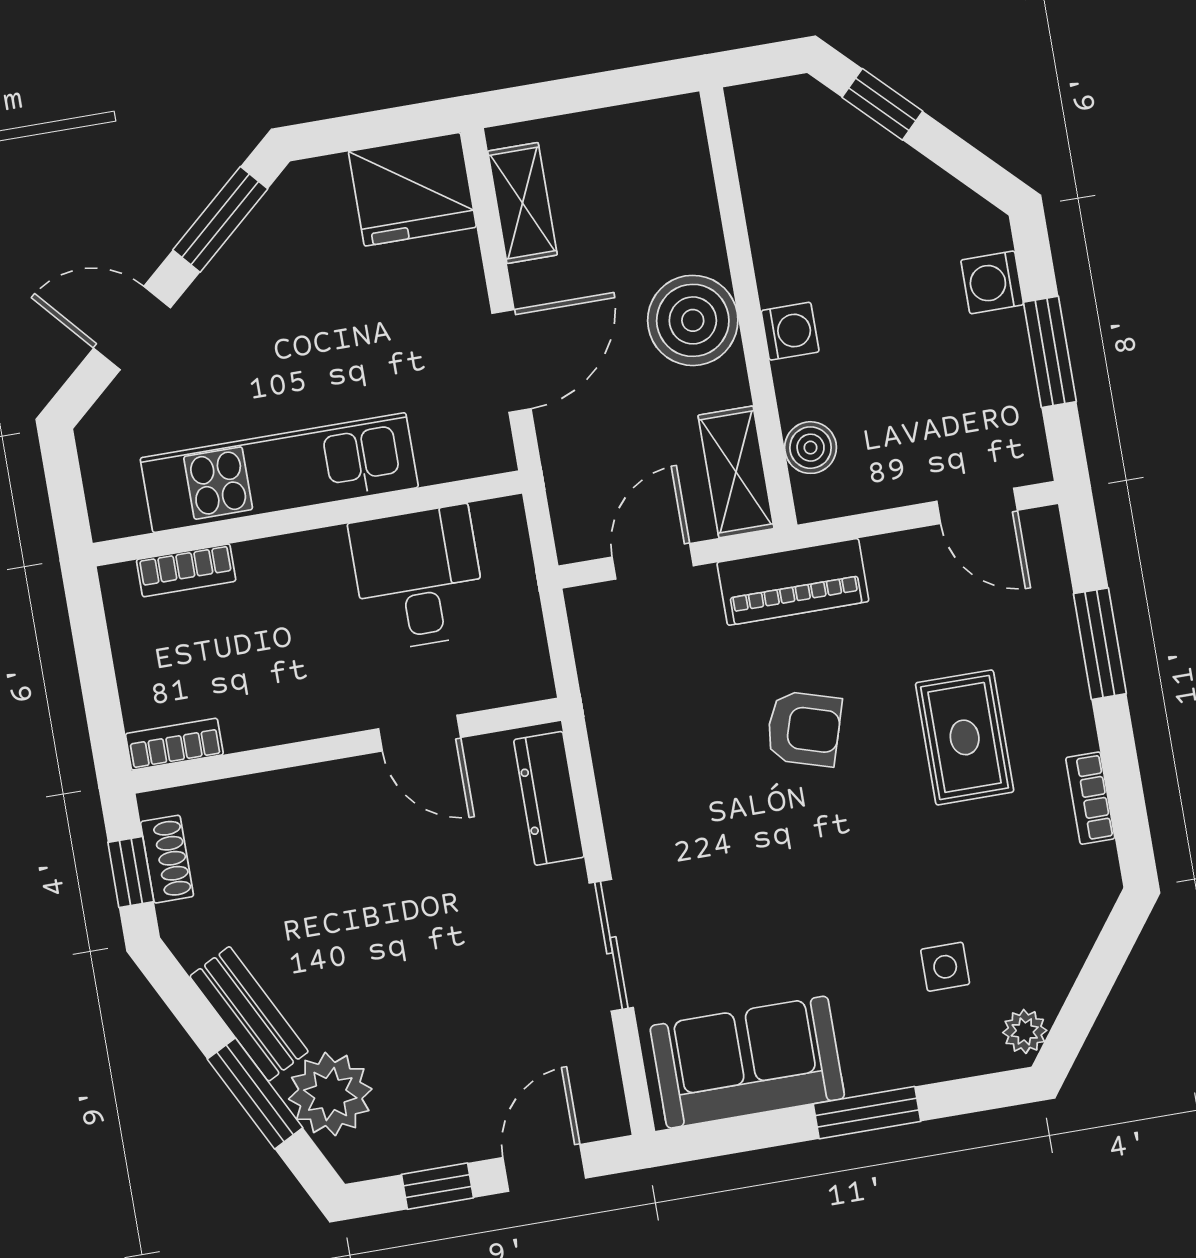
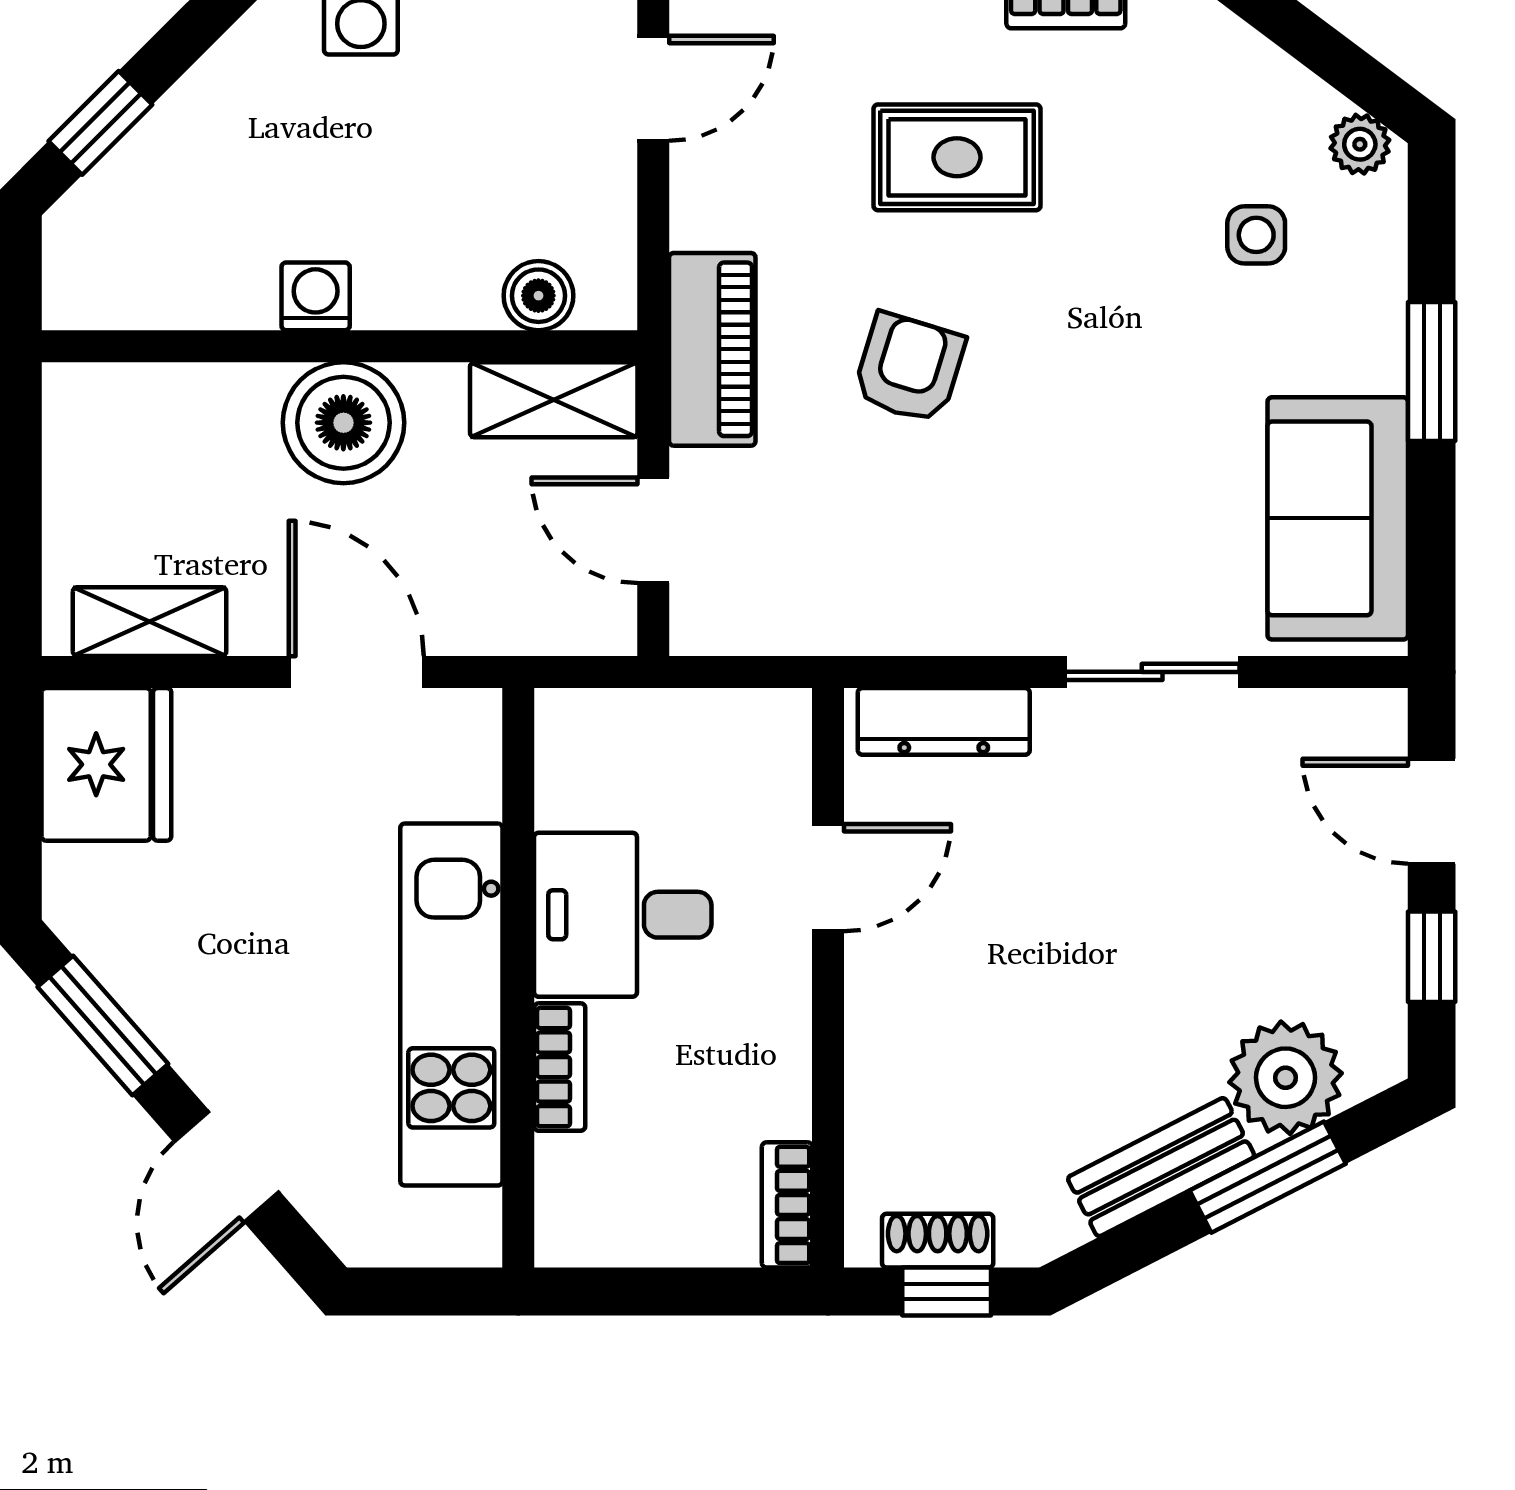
washing machine: (790, 331) -> (316, 296), moved
bookcase: (186, 570) -> (560, 1067), moved
desk: (418, 578) -> (623, 915), moved

